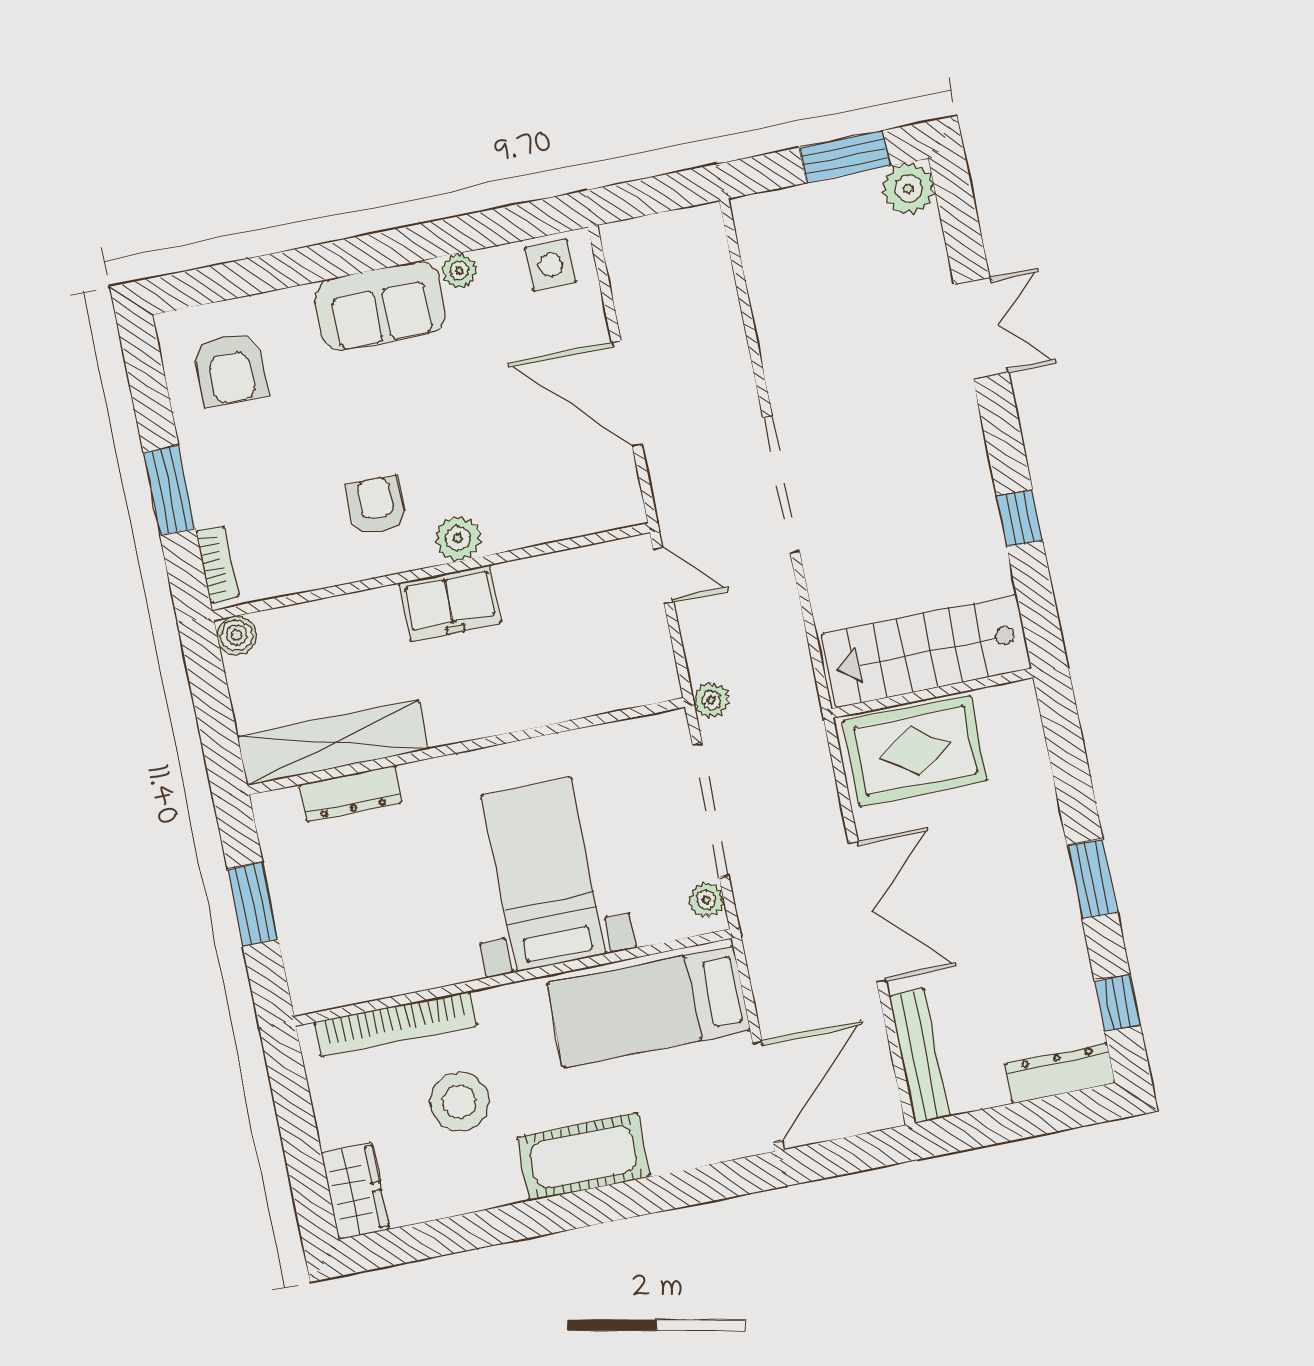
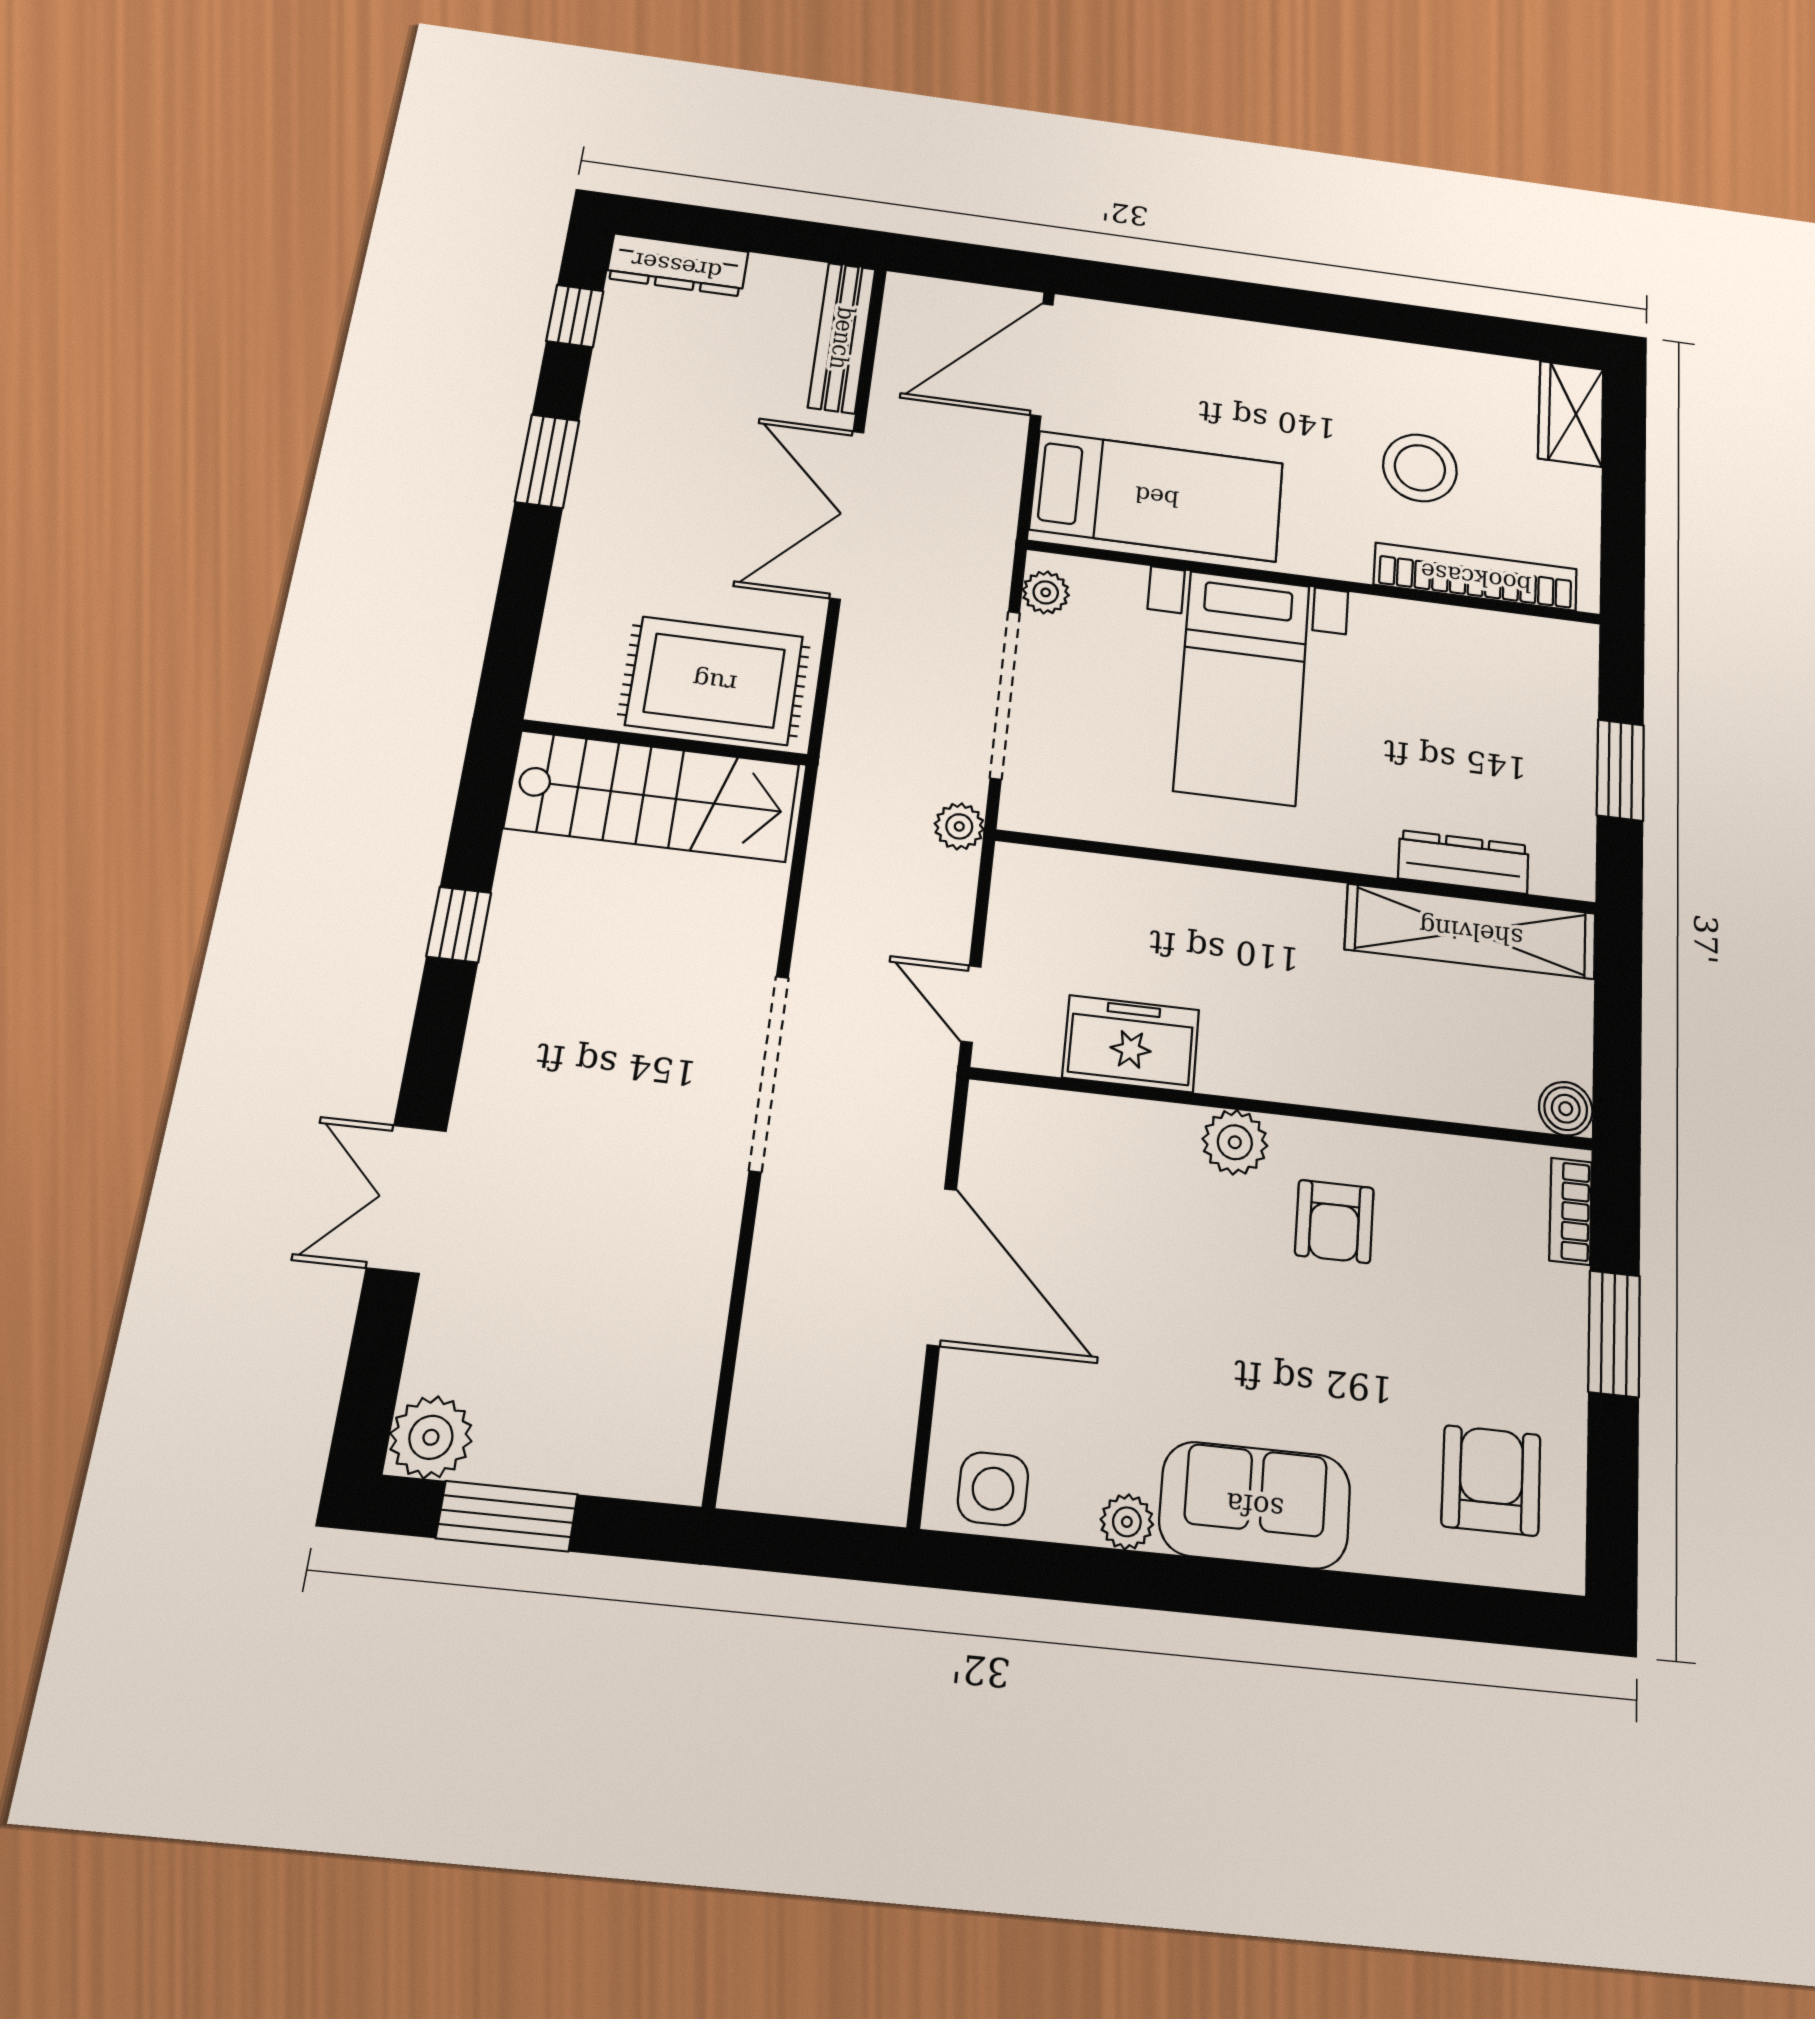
freezer: (450, 603) -> (1131, 1044), moved
cot: (583, 1157) -> (1287, 362), removed

